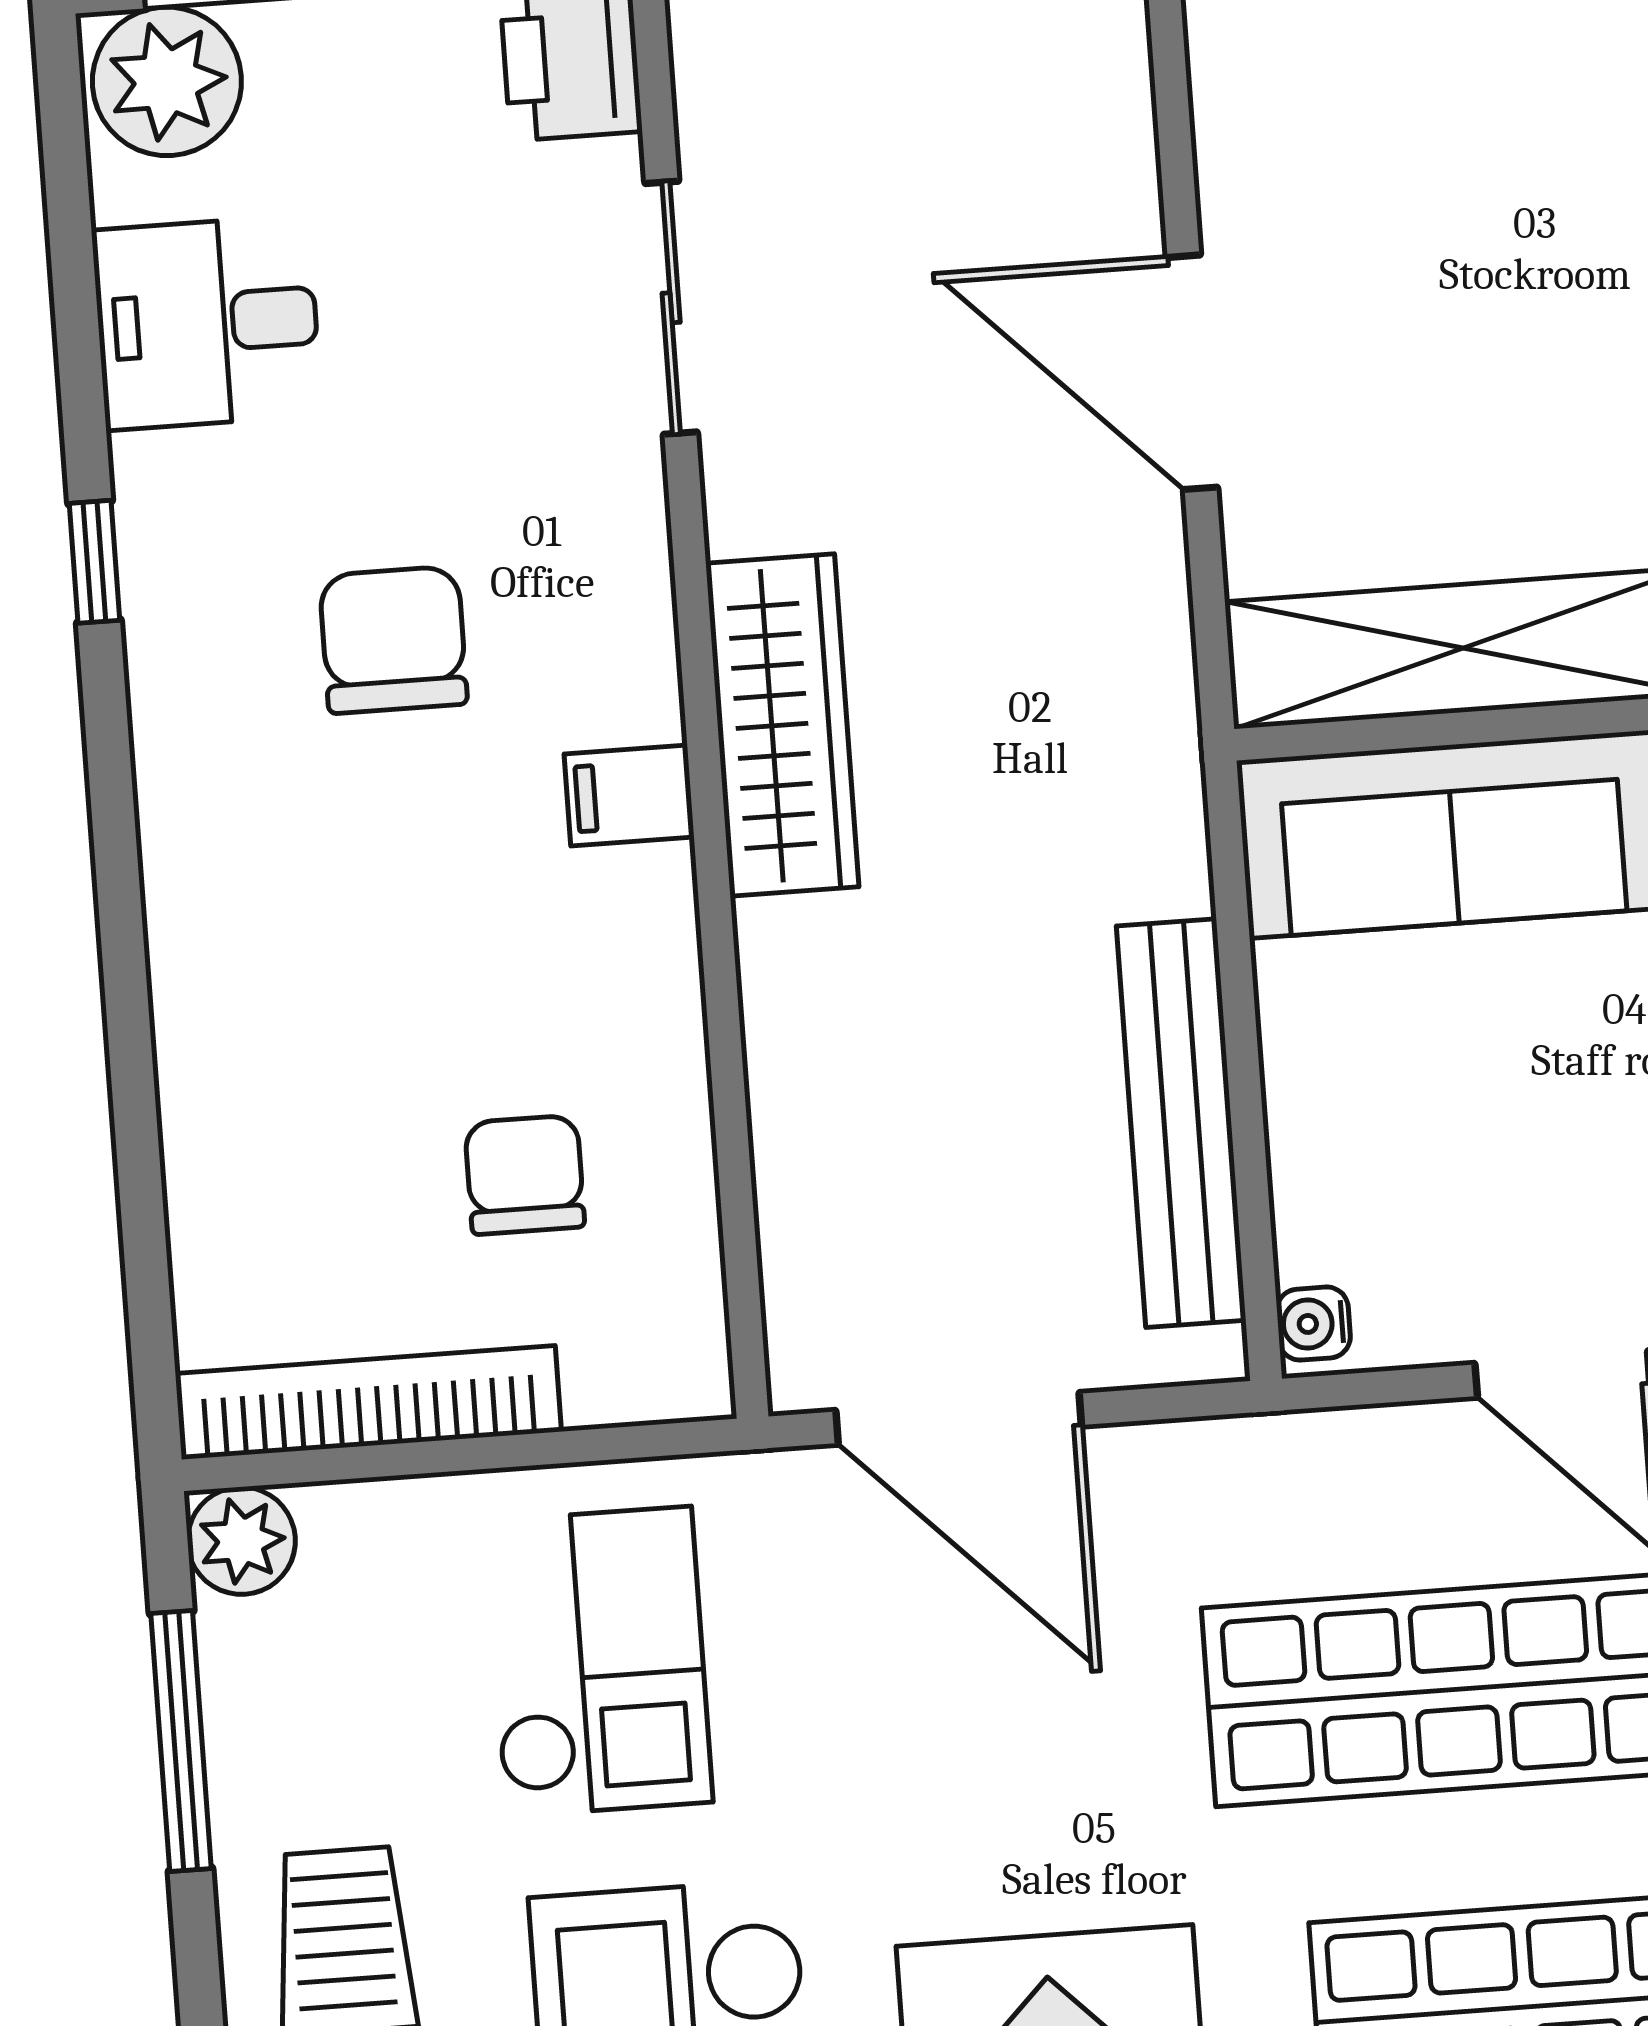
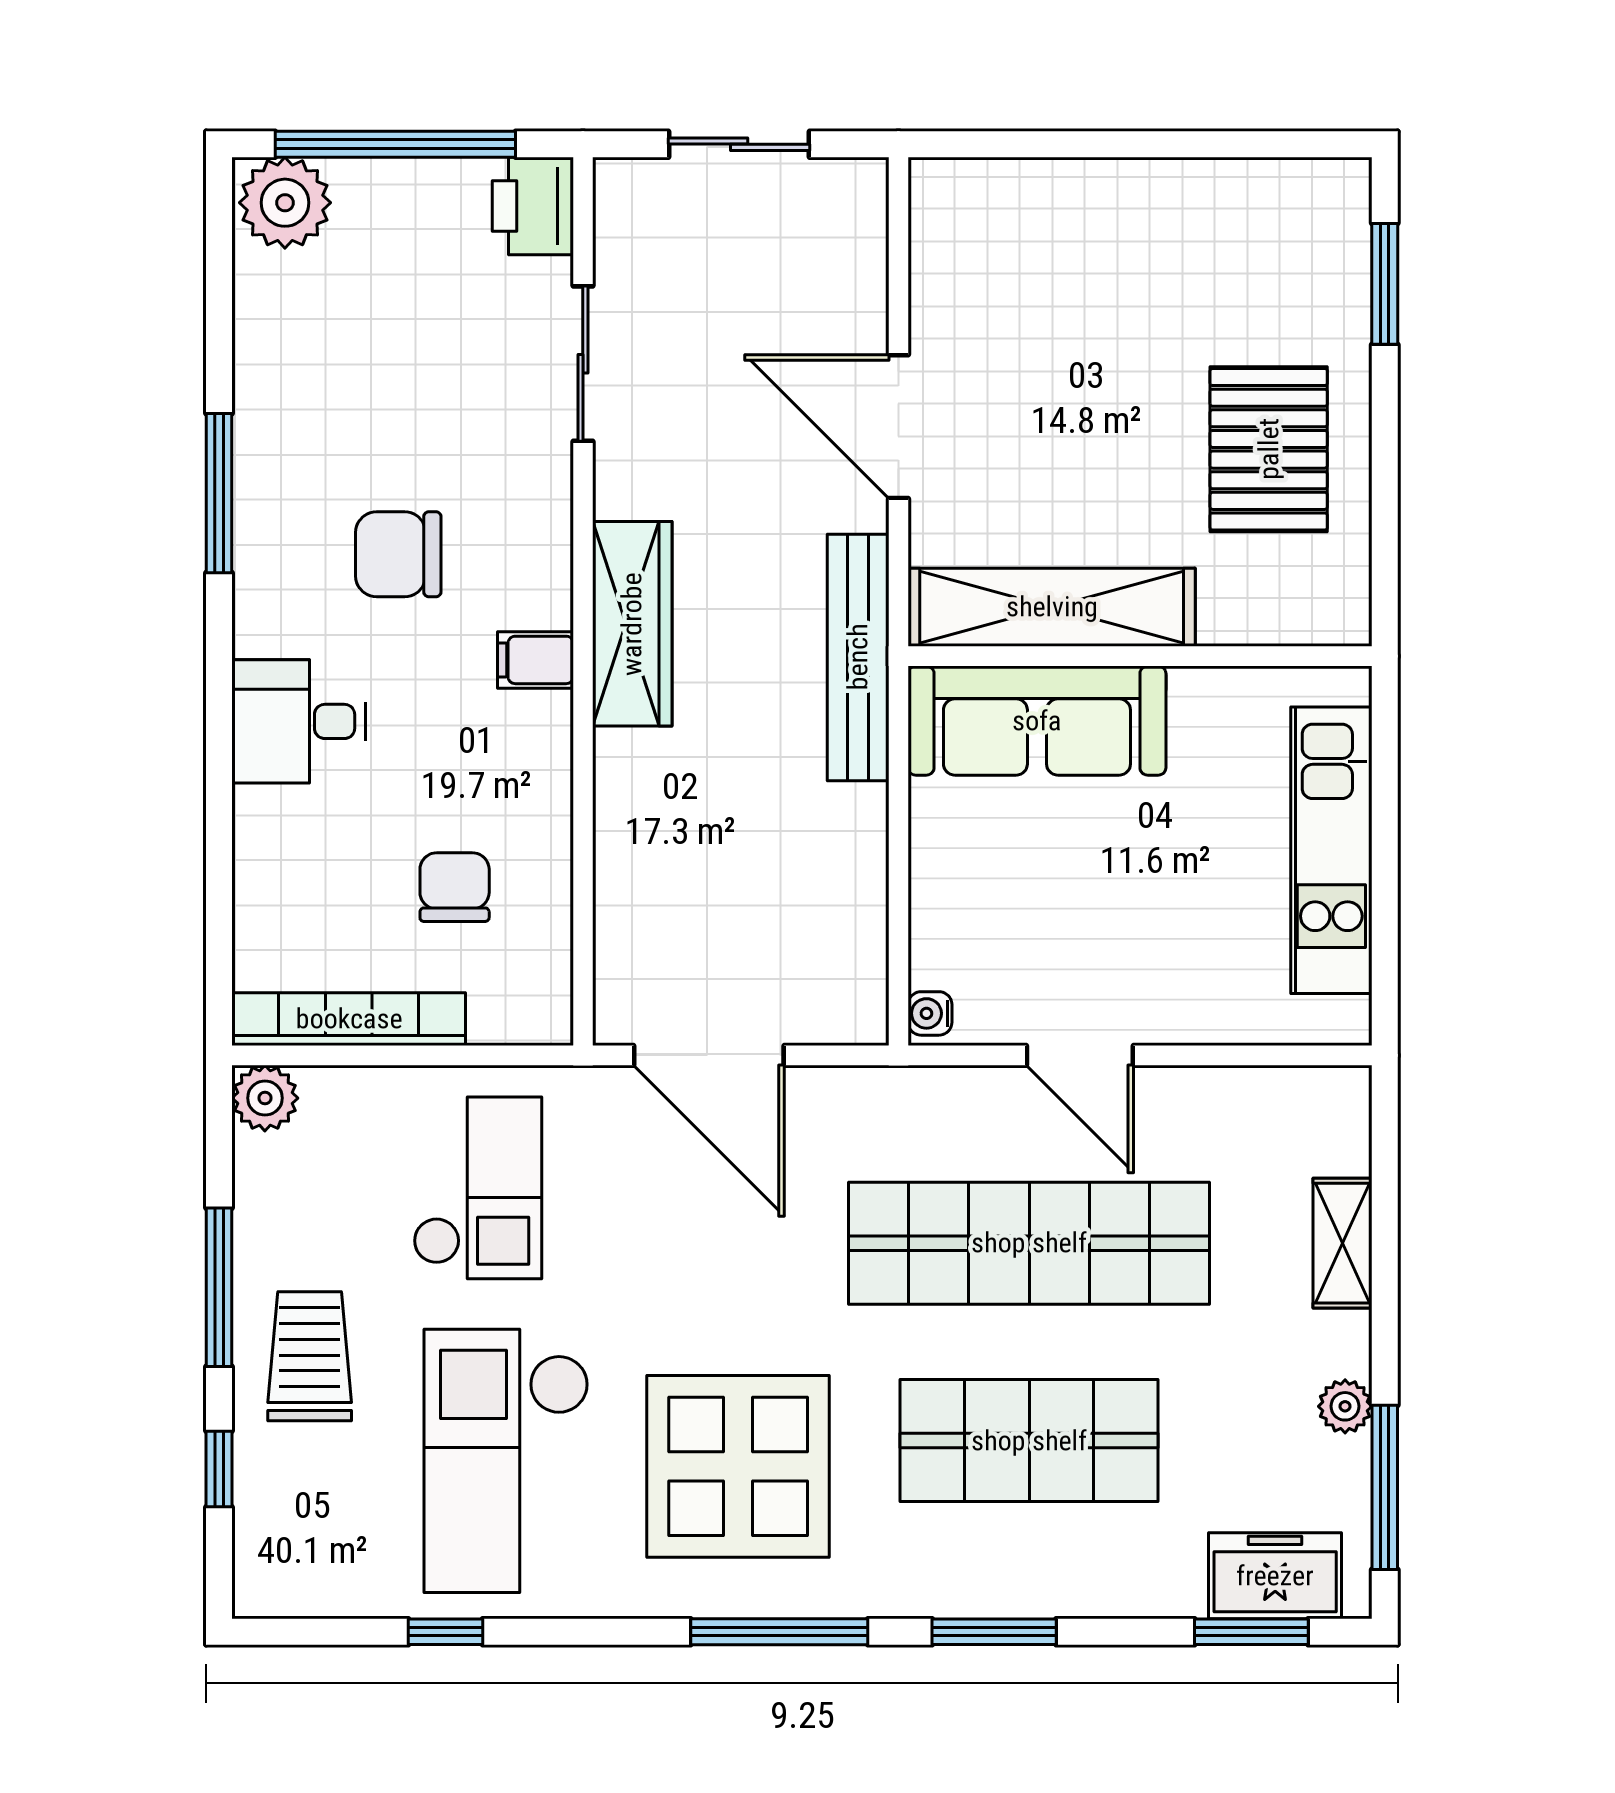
desk: (207, 323) -> (299, 721), moved
window: (94, 562) -> (219, 493), width x2.17
chair: (393, 640) -> (398, 554), turned -90
bench: (1181, 1123) -> (858, 657), moved
window: (181, 1741) -> (219, 1287), moved

